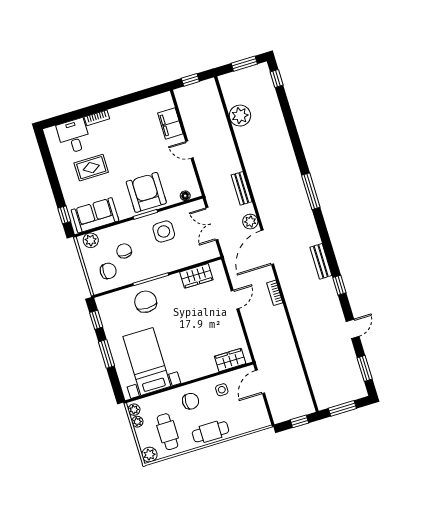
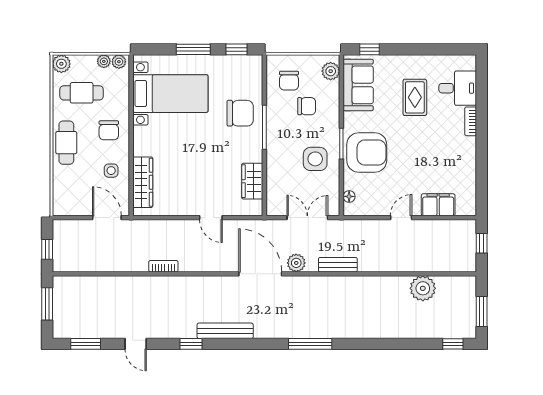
bench: (321, 261) -> (225, 331), width x1.36
bookcase: (275, 293) -> (163, 266), moved
wardrobe: (230, 360) -> (143, 182), width x1.50

